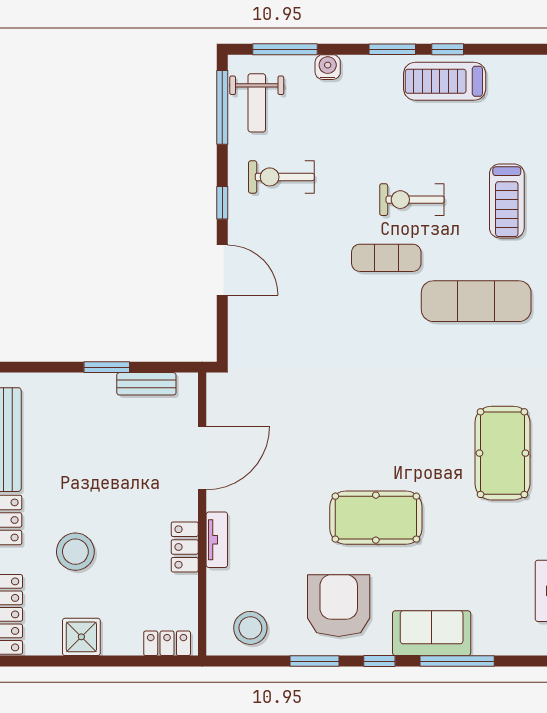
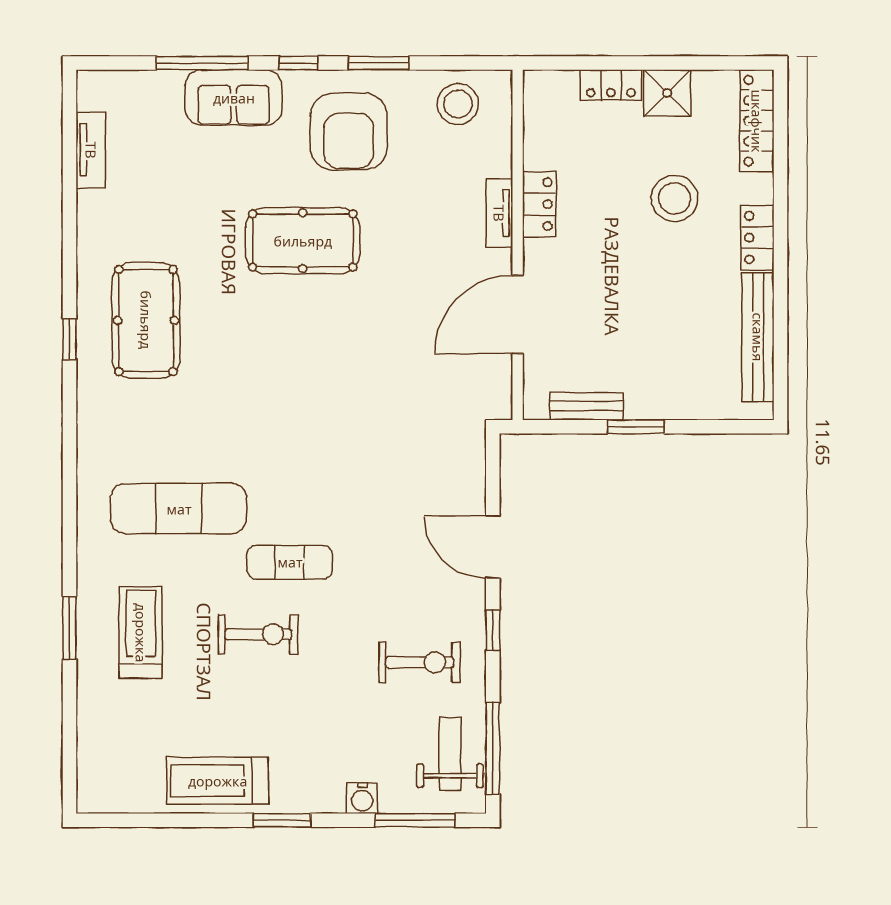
window: (448, 49) -> (214, 820), removed
treadmill: (445, 81) -> (218, 781), turned 180
locker: (167, 643) -> (611, 85), moved

